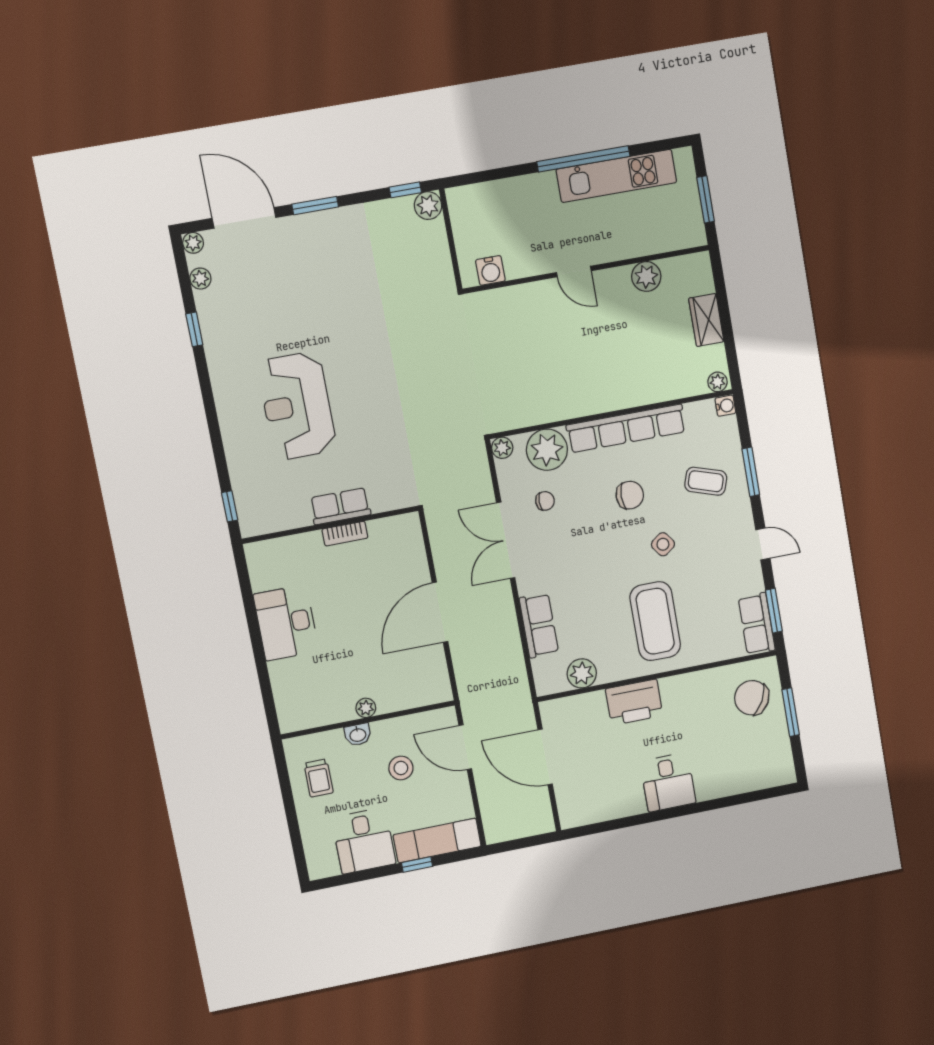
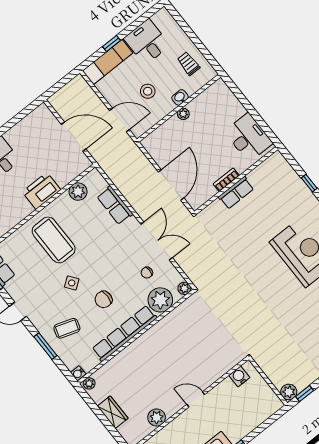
row of seats: (340, 506) -> (236, 193), moved
wall: (330, 525) -> (236, 180), moved
bookcase: (345, 534) -> (226, 180), moved

